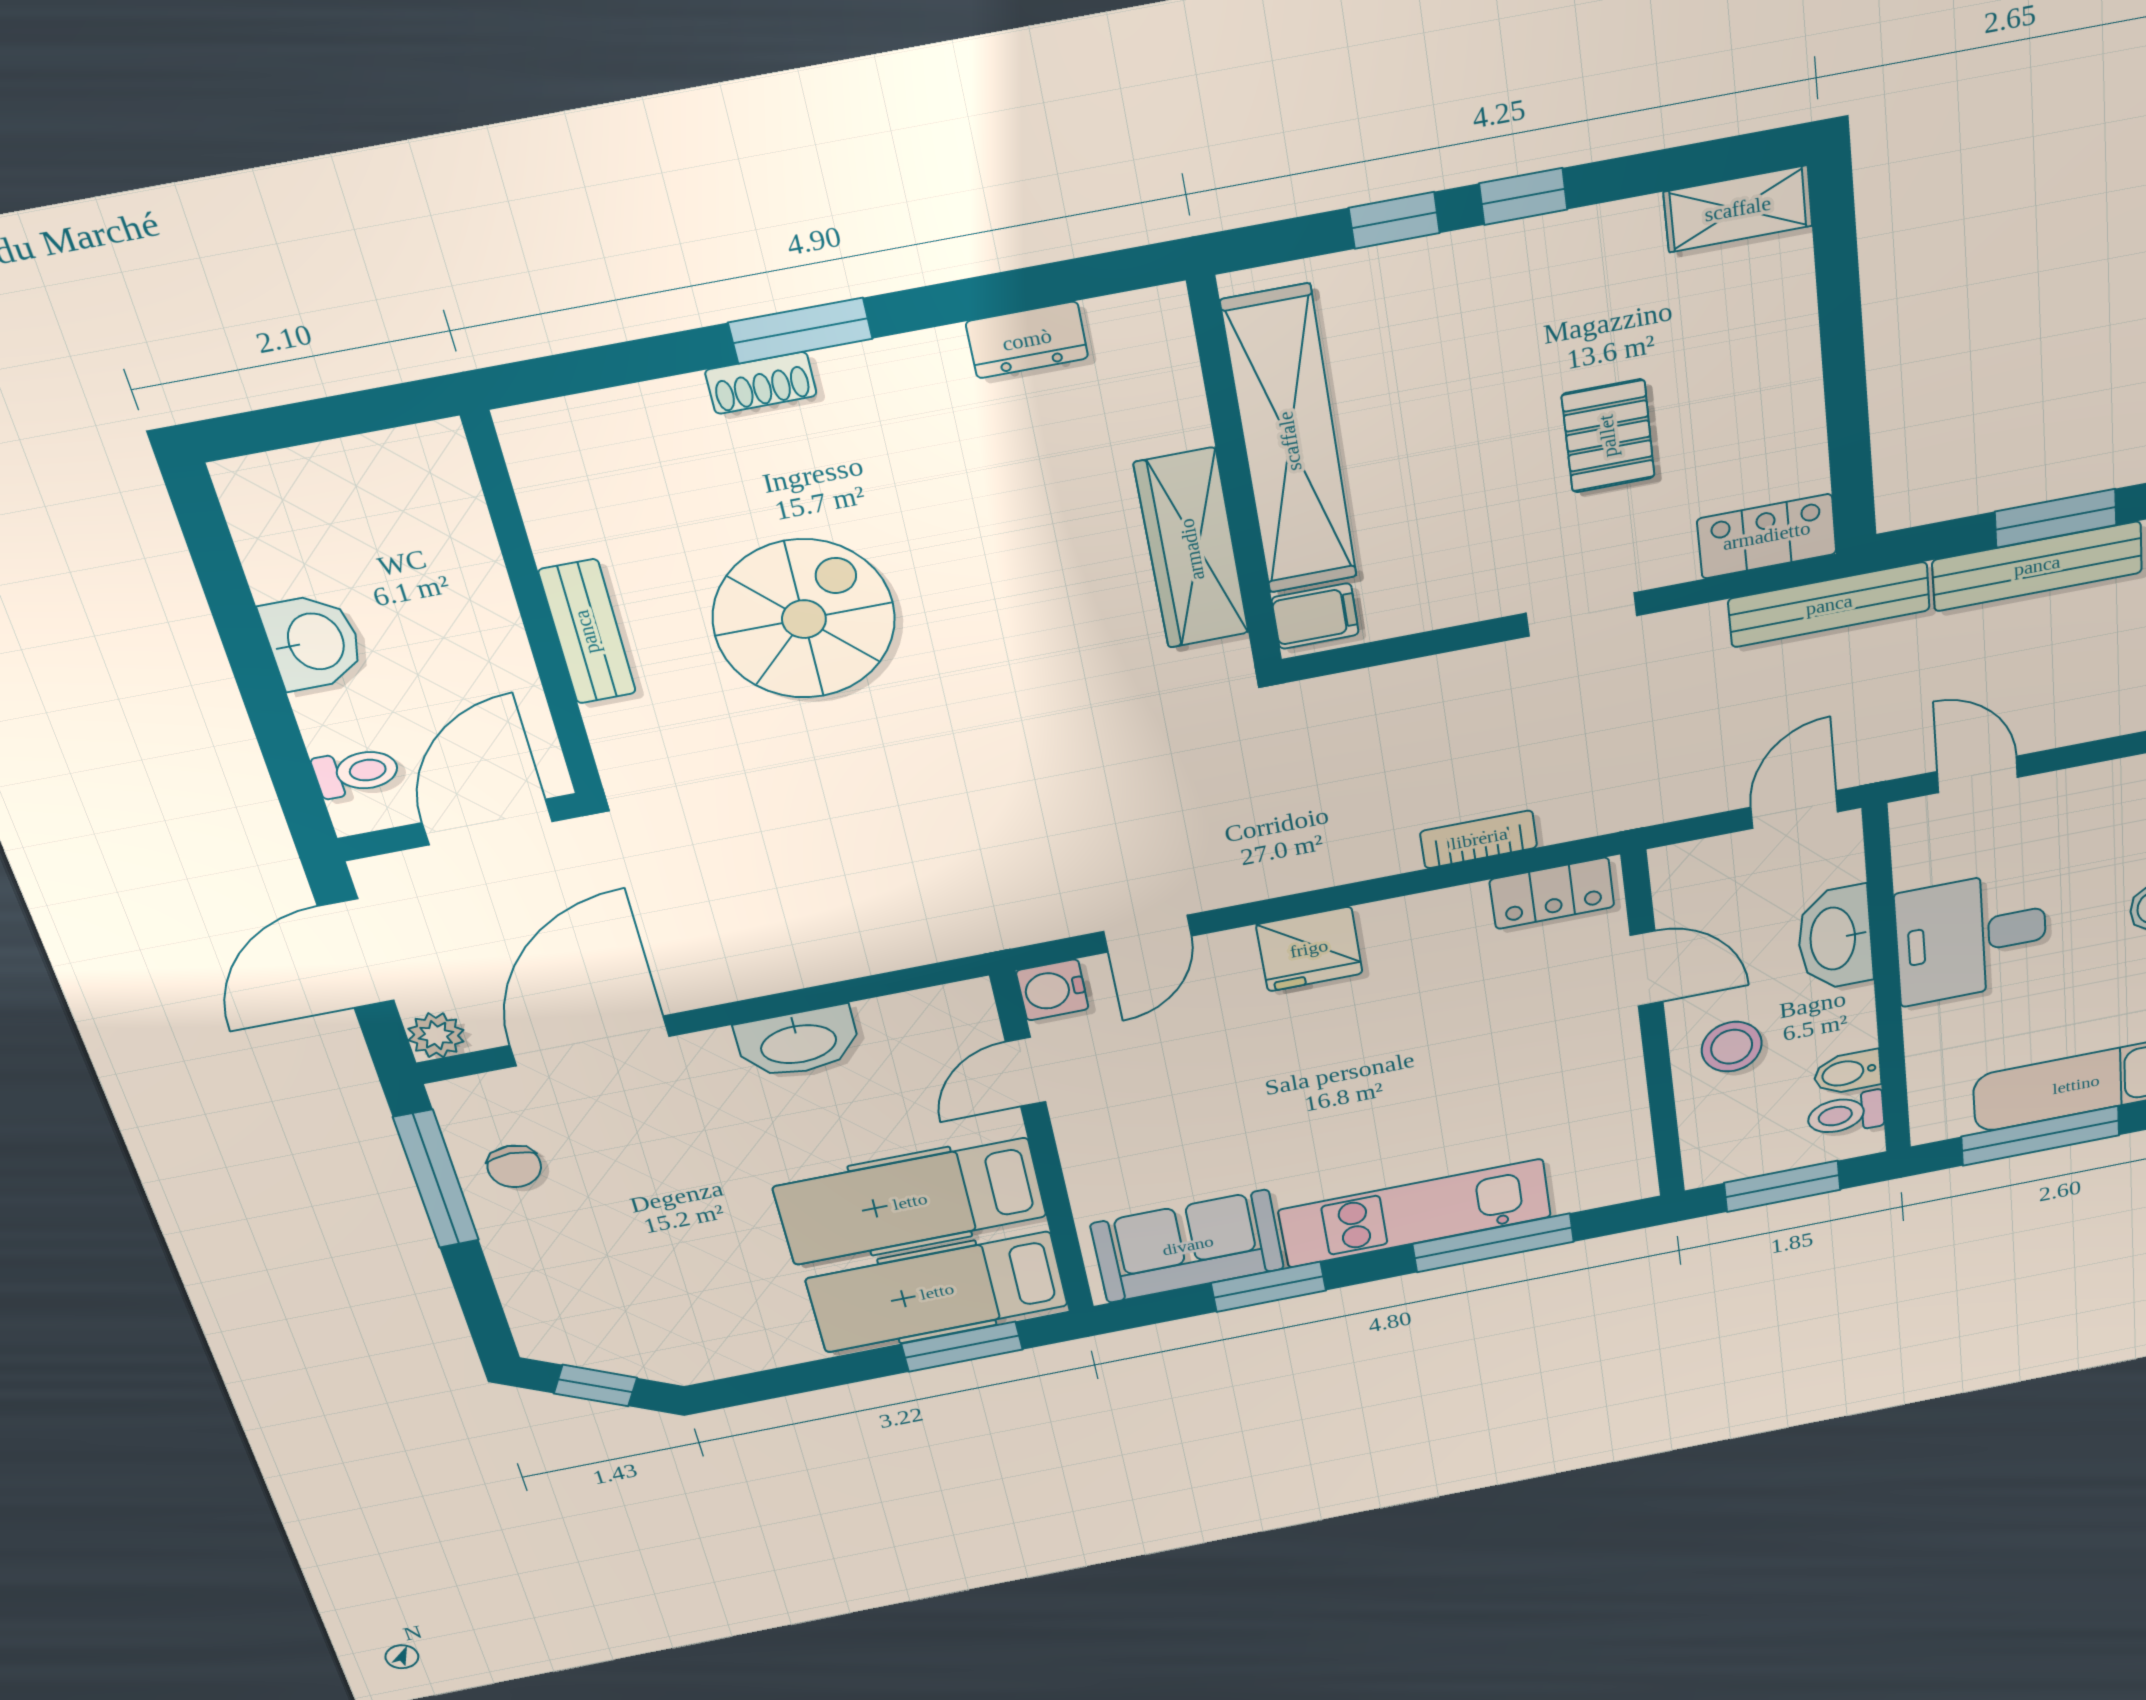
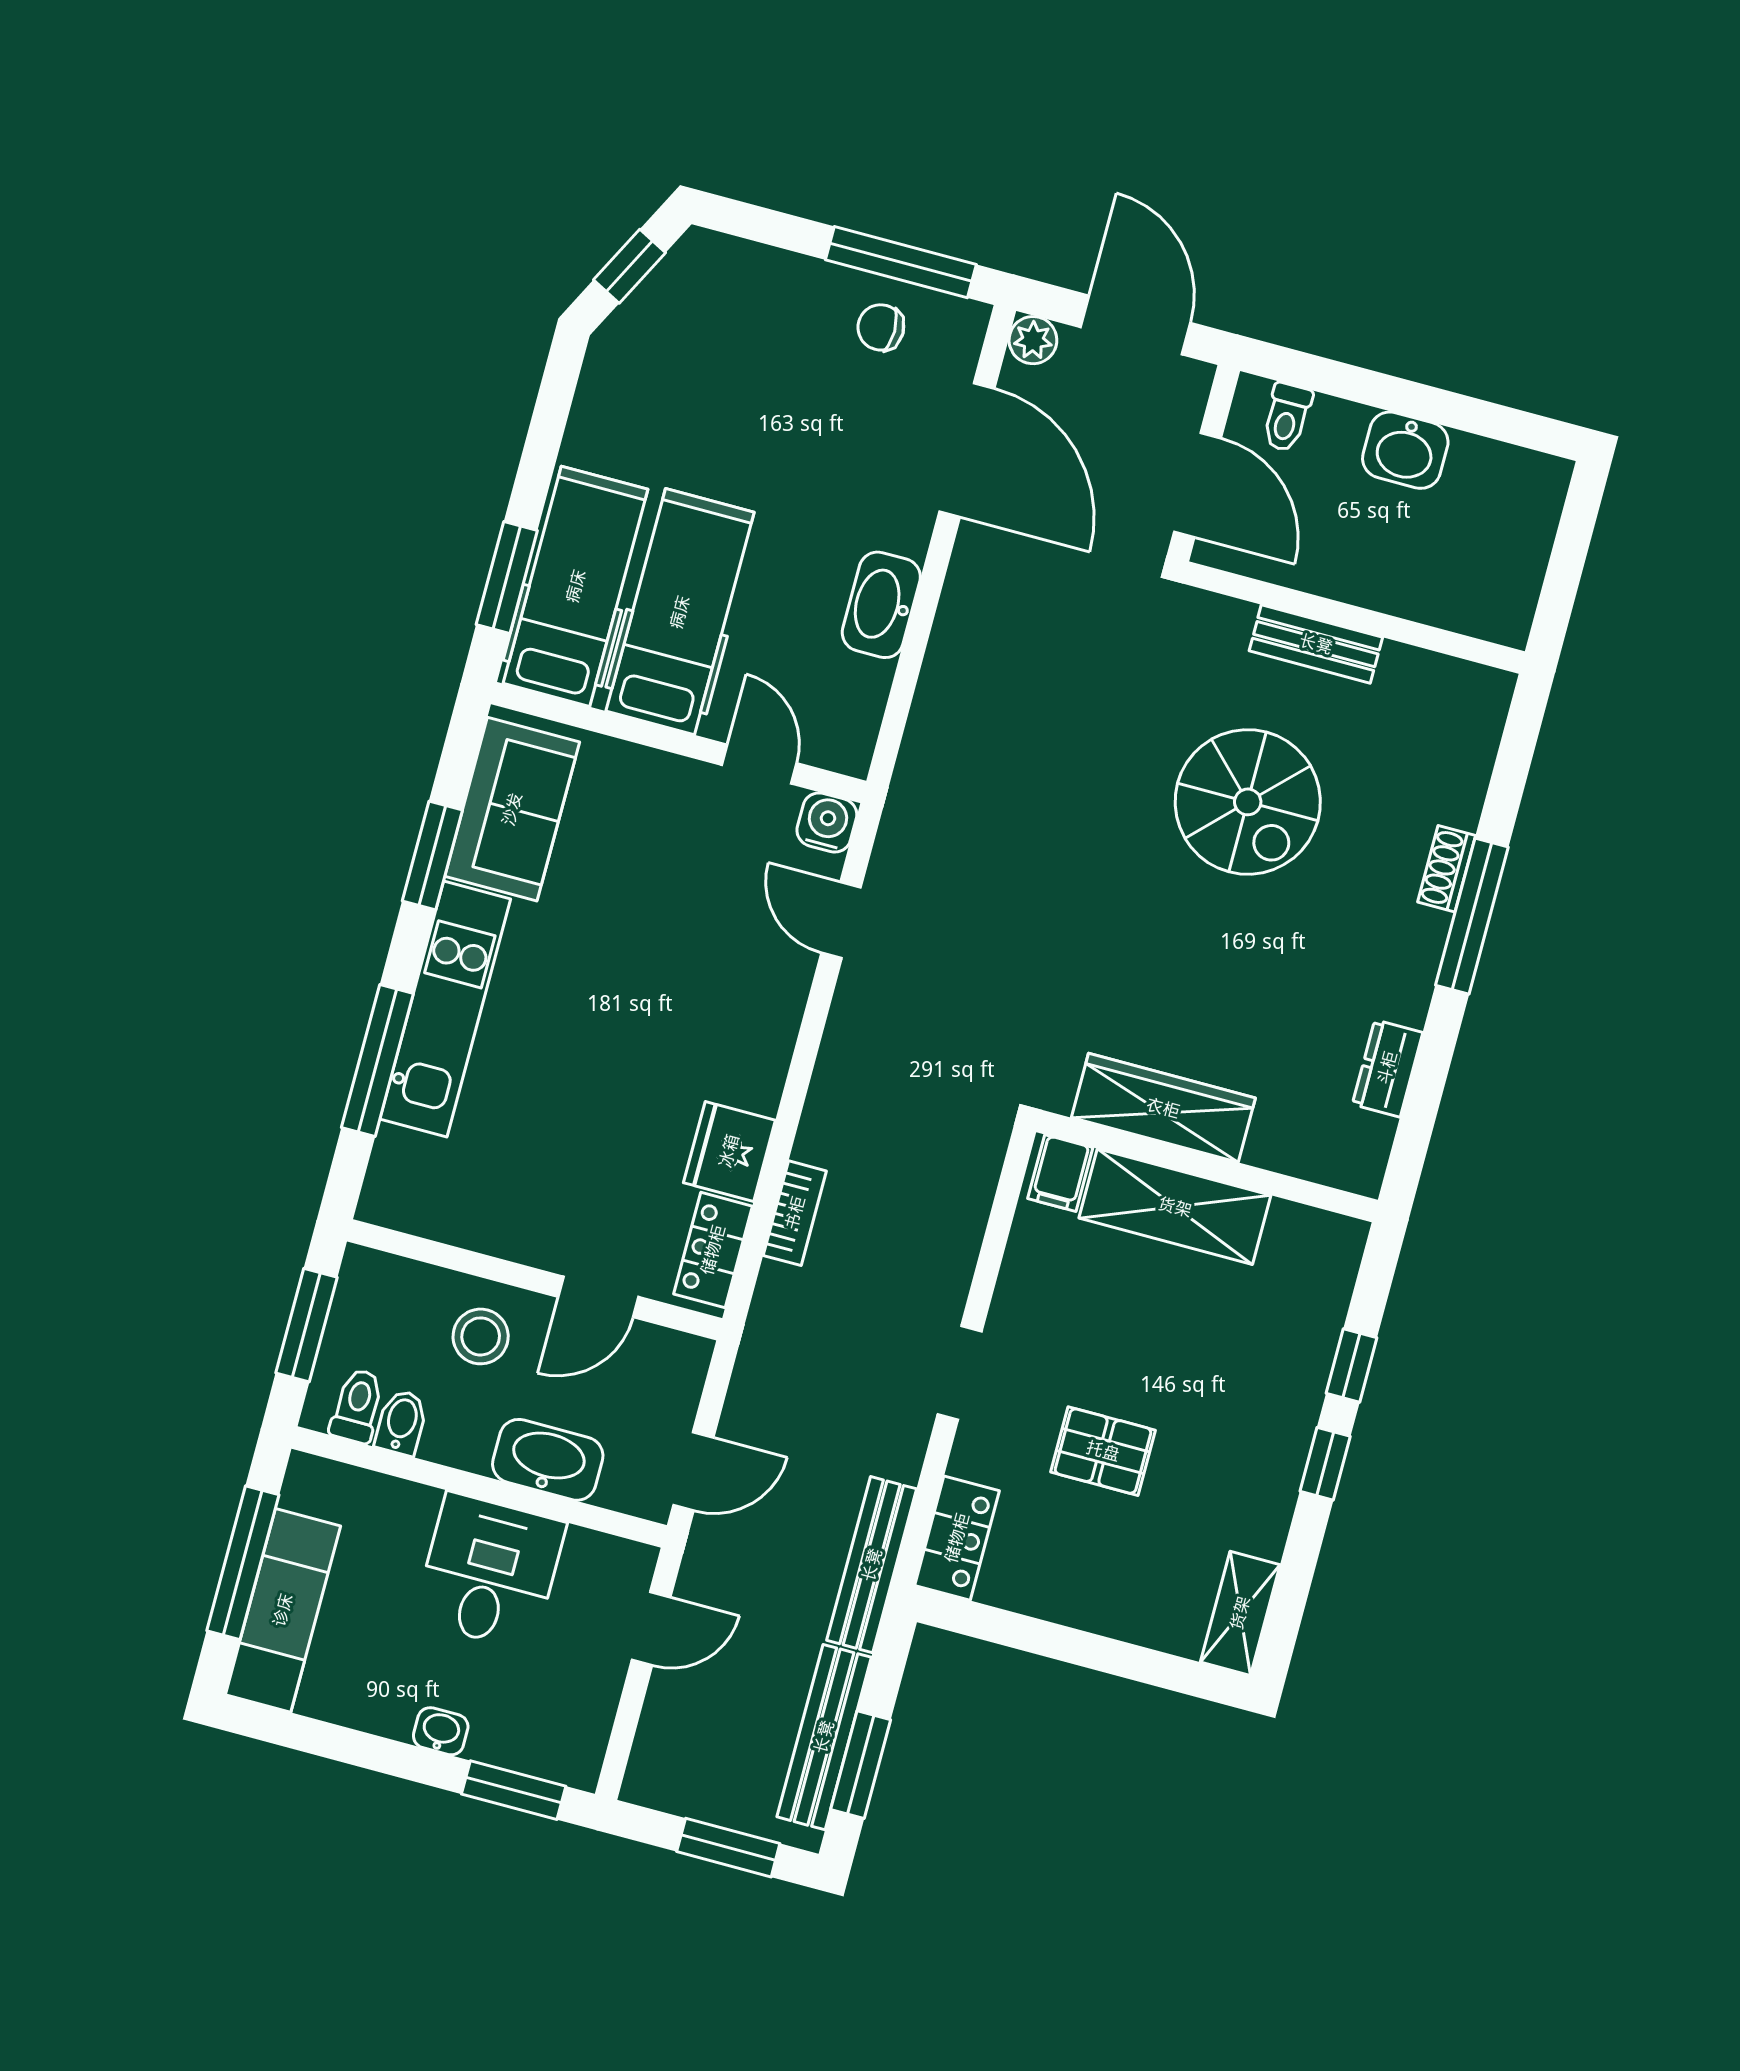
window: (800, 331) -> (1472, 916), width x1.44
shelving: (1290, 441) -> (1175, 1207), width x0.68
door: (1794, 810) -> (693, 1471), hinge flipped
fridge: (1309, 949) -> (729, 1151), moved

